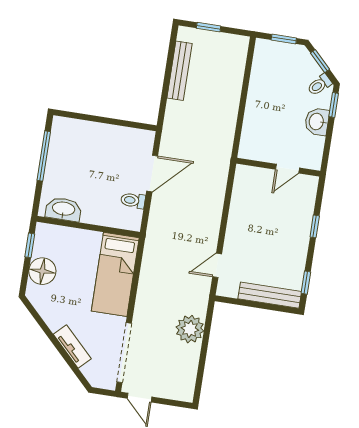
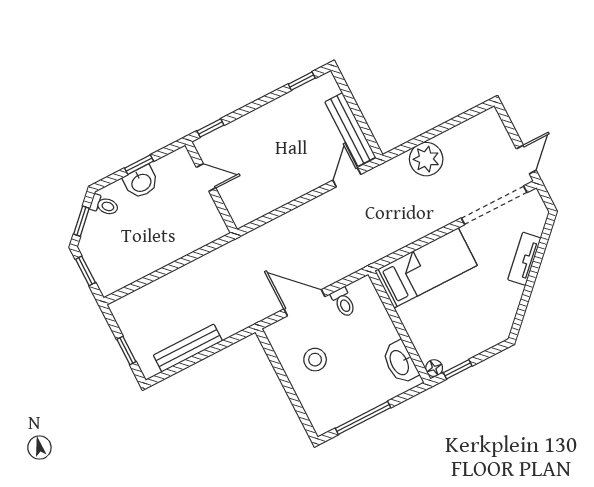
window: (334, 105) -> (139, 165), moved
stool: (108, 152) -> (315, 360), added
window: (315, 226) -> (210, 128), moved
door: (217, 265) -> (347, 177), swing flipped
floor lamp: (42, 271) -> (434, 368), moved, width x0.53, depth x0.53
bench: (270, 295) -> (350, 129), moved

